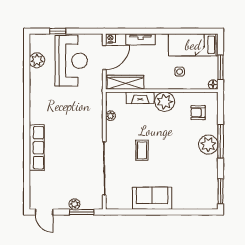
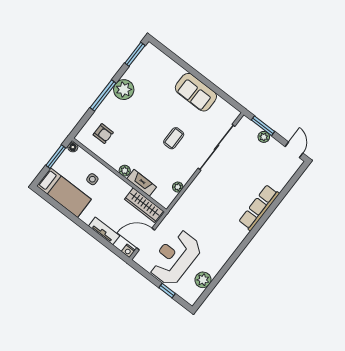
plant: (165, 102) -> (125, 171), width x0.53, depth x0.53
plant: (208, 145) -> (124, 90), moved

